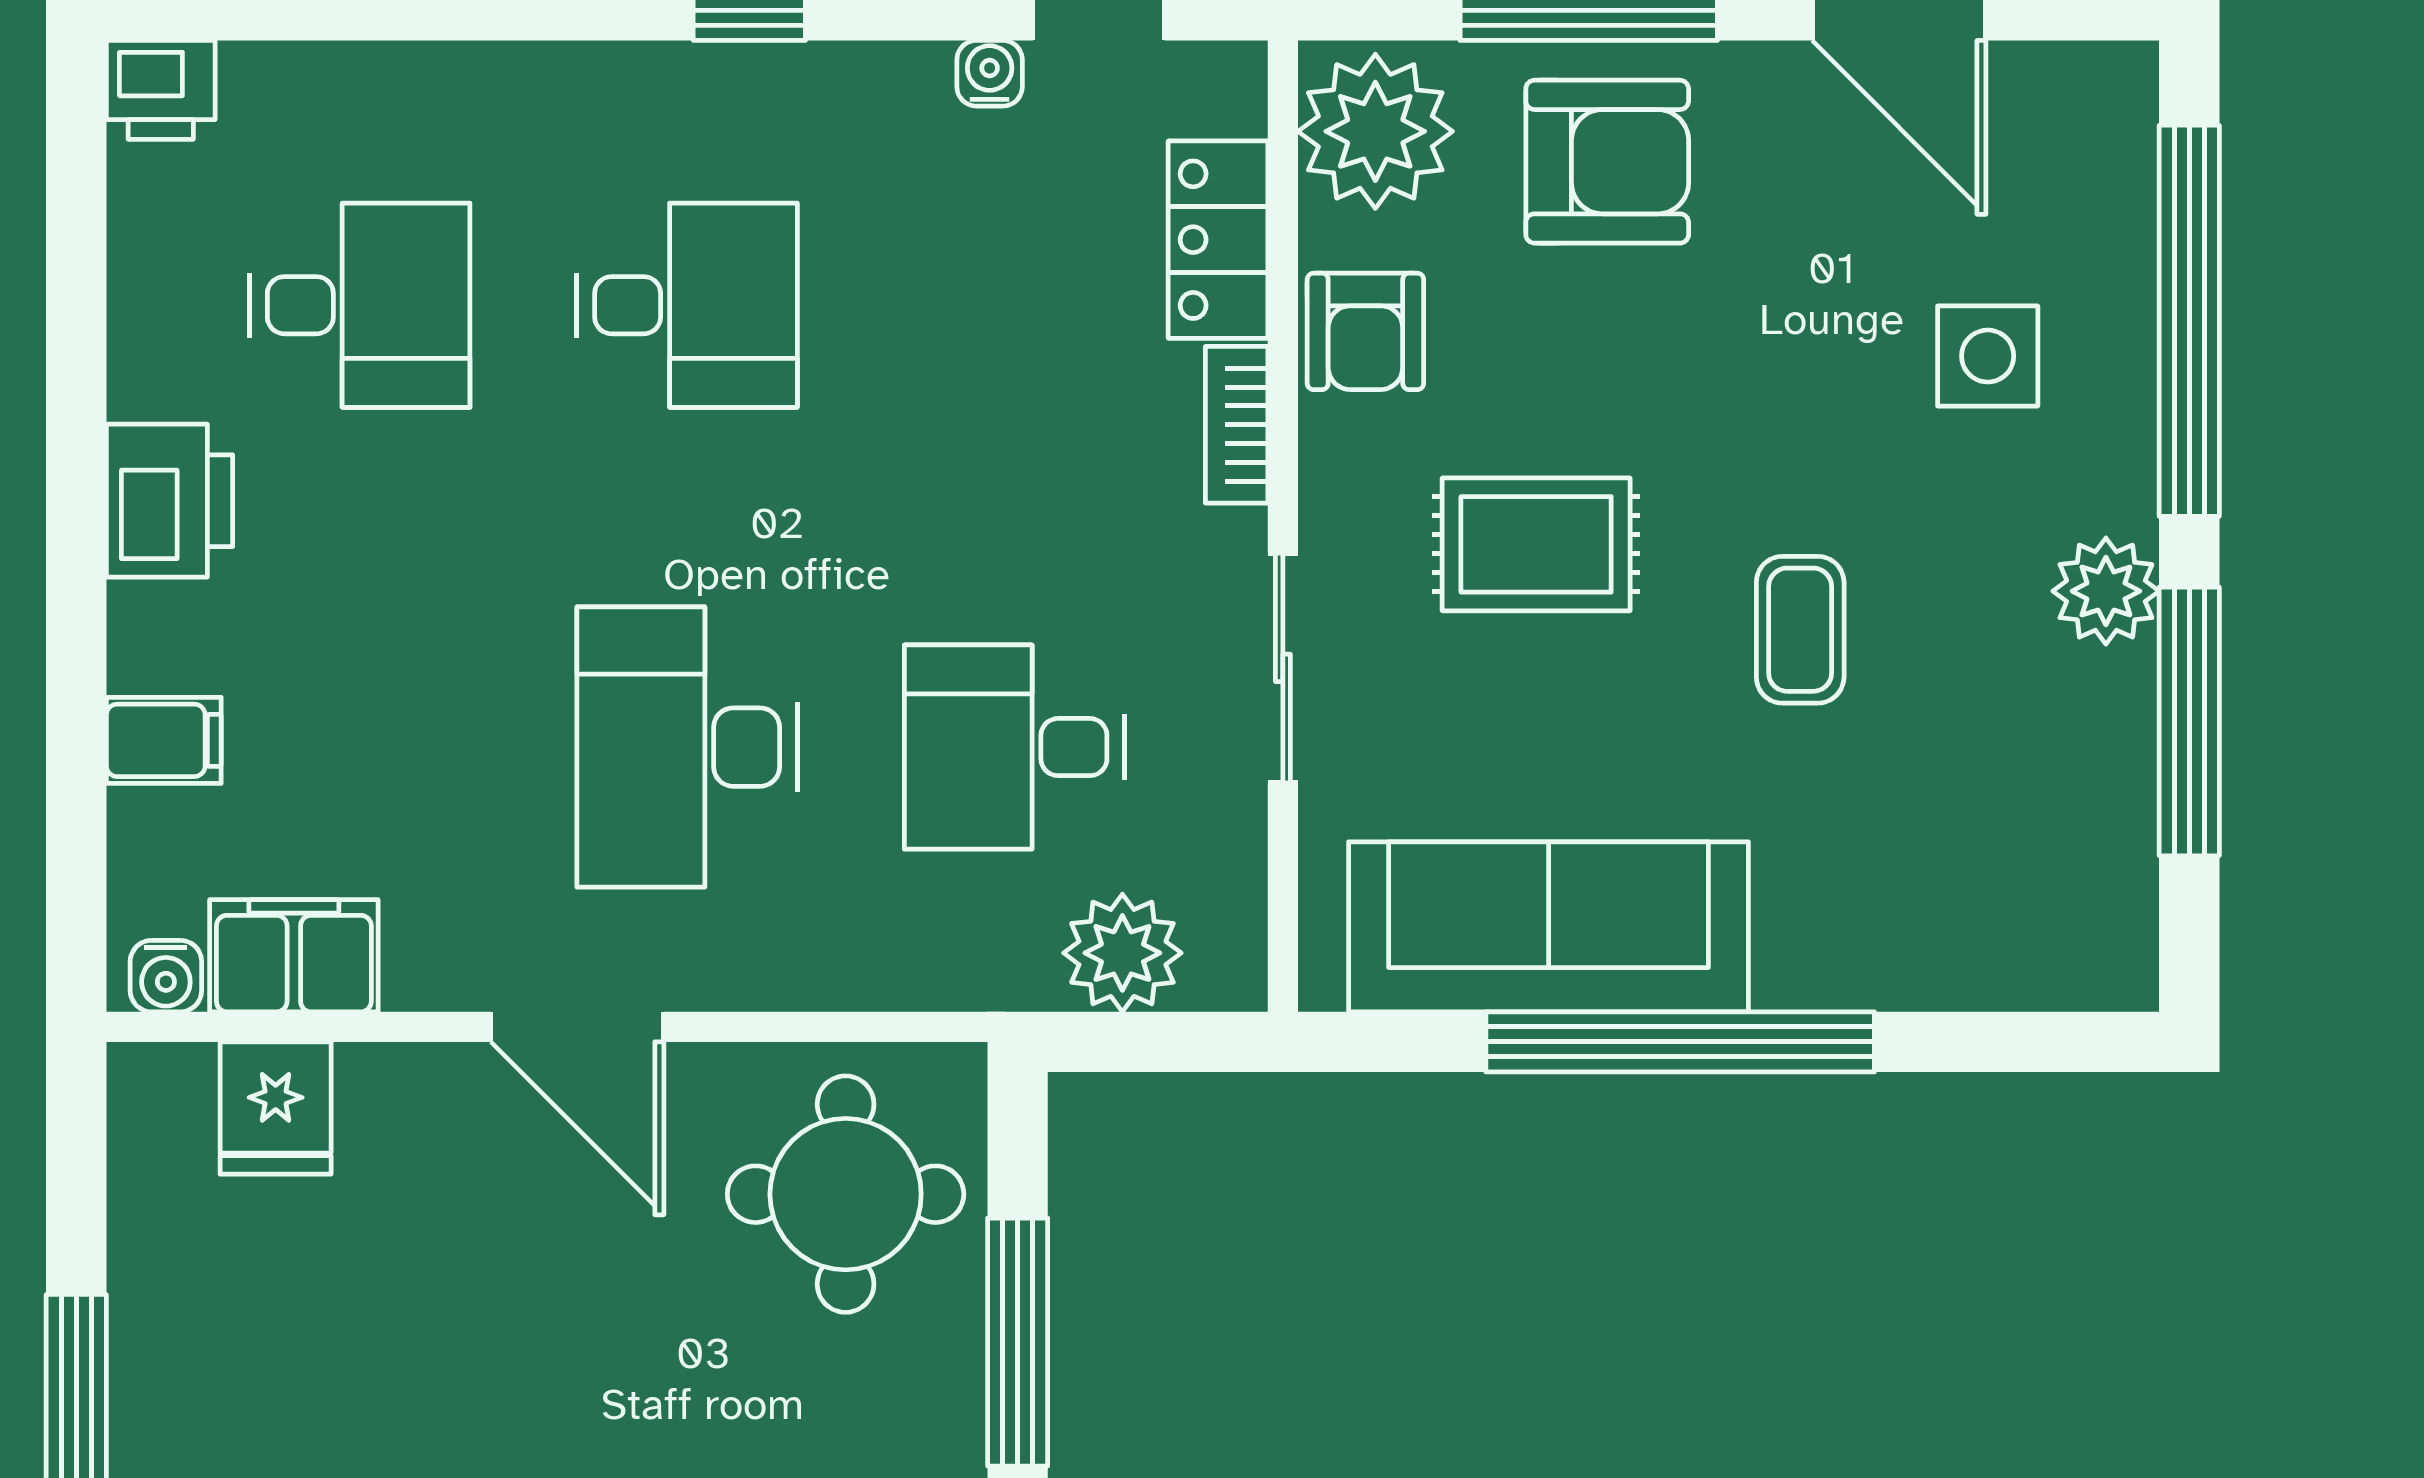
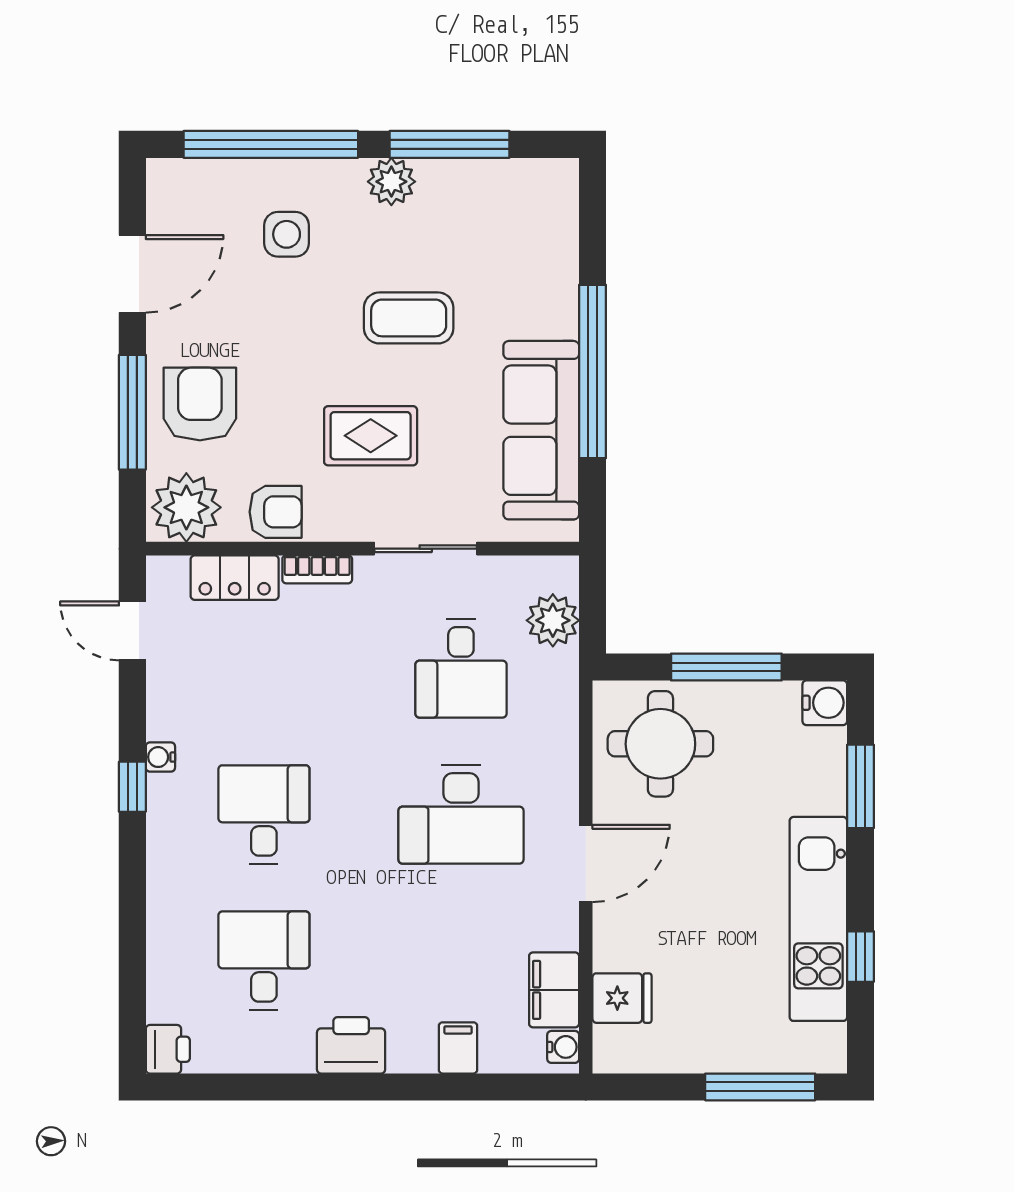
water cooler: (990, 73) -> (160, 757), moved
rug: (1536, 544) -> (371, 436), turned 90
coffee table: (1800, 630) -> (409, 318), width x1.36, depth x1.30

